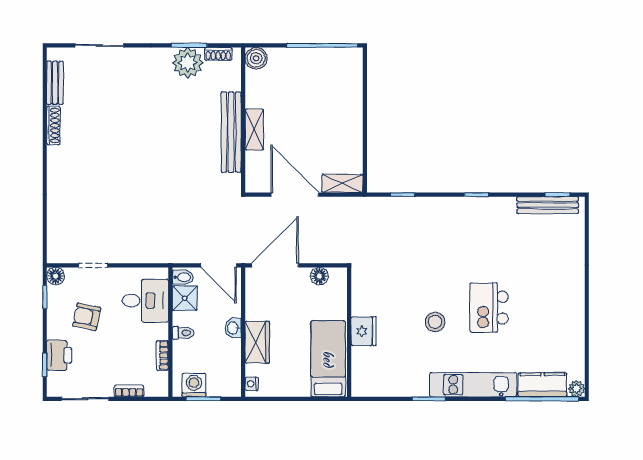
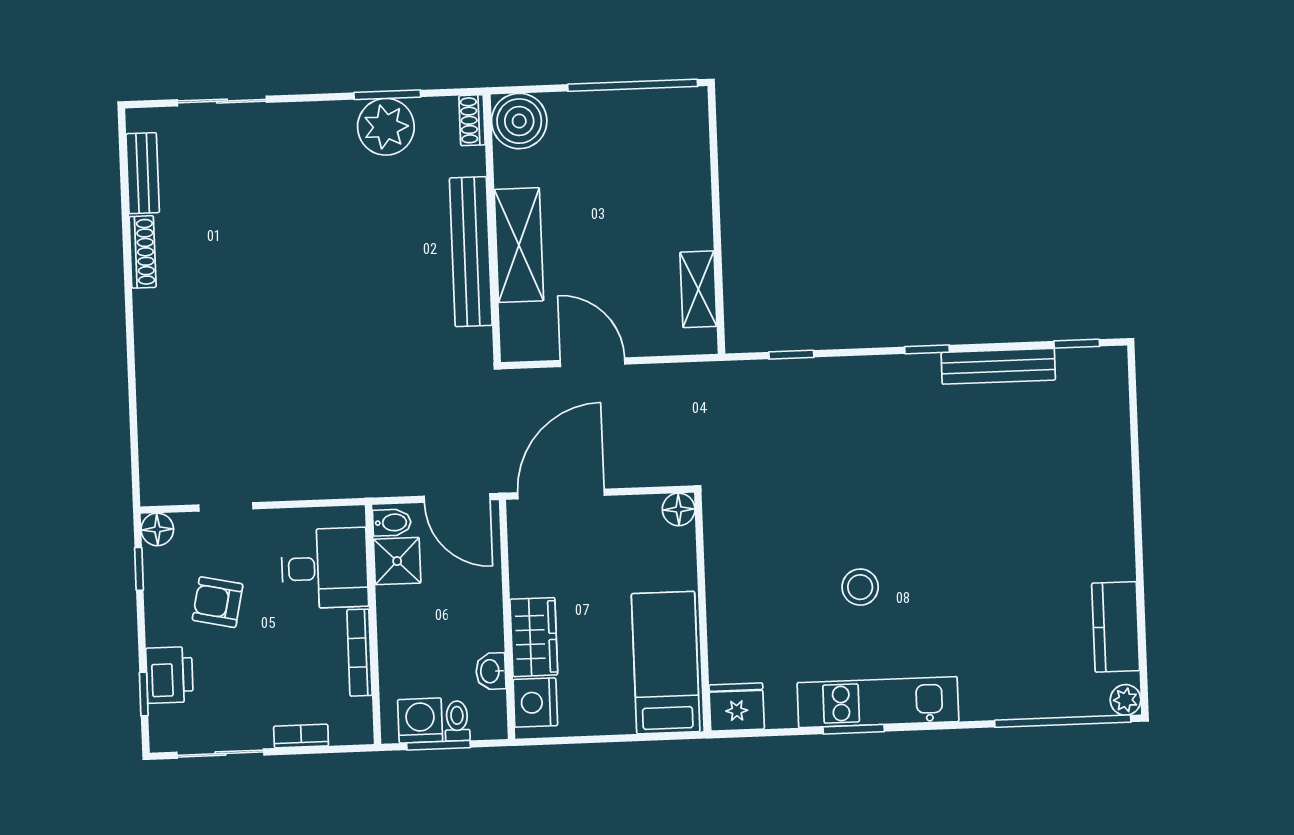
shoe rack: (218, 54) -> (472, 120), moved, turned 90
boiler: (256, 58) -> (519, 121), width x1.37, depth x1.37
shelving: (254, 130) -> (519, 245), width x1.50, depth x1.33
shelving: (342, 183) -> (698, 289), moved, turned 90
door: (295, 195) -> (592, 362), width x0.73
bench: (548, 205) -> (998, 366), moved
floor lamp: (319, 276) -> (679, 509), moved
kitchen island: (489, 308) -> (959, 557), removed
washbasin: (233, 328) -> (491, 671), moved
fridge: (364, 331) -> (737, 707), moved, turned -90
toilet: (183, 333) -> (457, 721), moved, turned -90
bookcase: (162, 355) -> (359, 653), width x1.56
nightstand: (252, 384) -> (535, 703), width x1.89, depth x1.79
kitchen unit: (473, 385) -> (878, 702), moved
kitchen counter: (542, 385) -> (1116, 627), moved, turned -90

